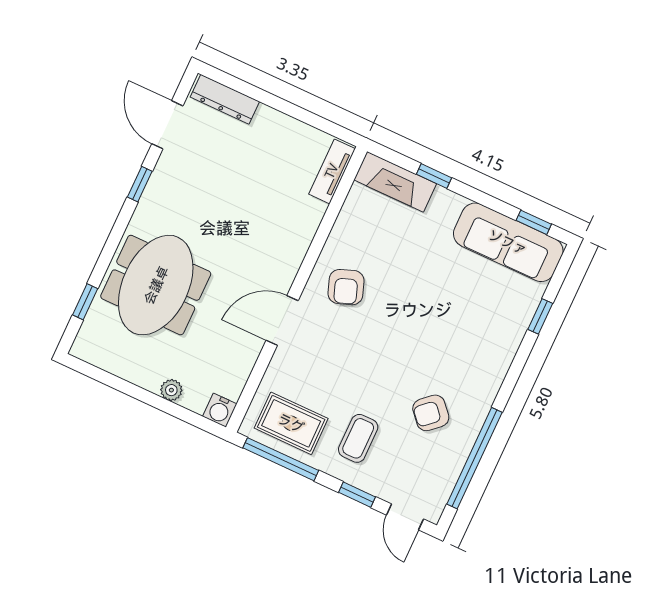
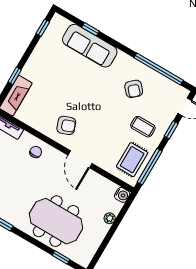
chair: (288, 232) -> (36, 152), added
sofa: (508, 242) -> (90, 46), moved, turned 90

